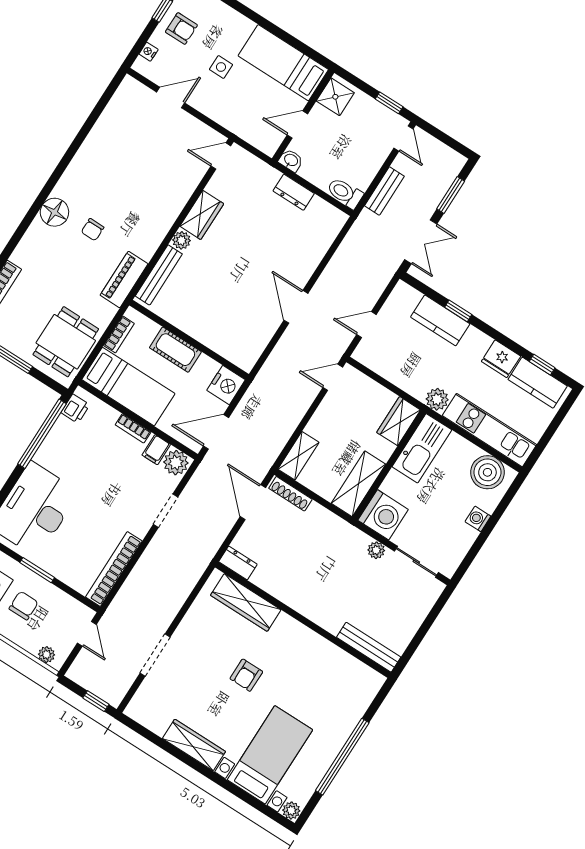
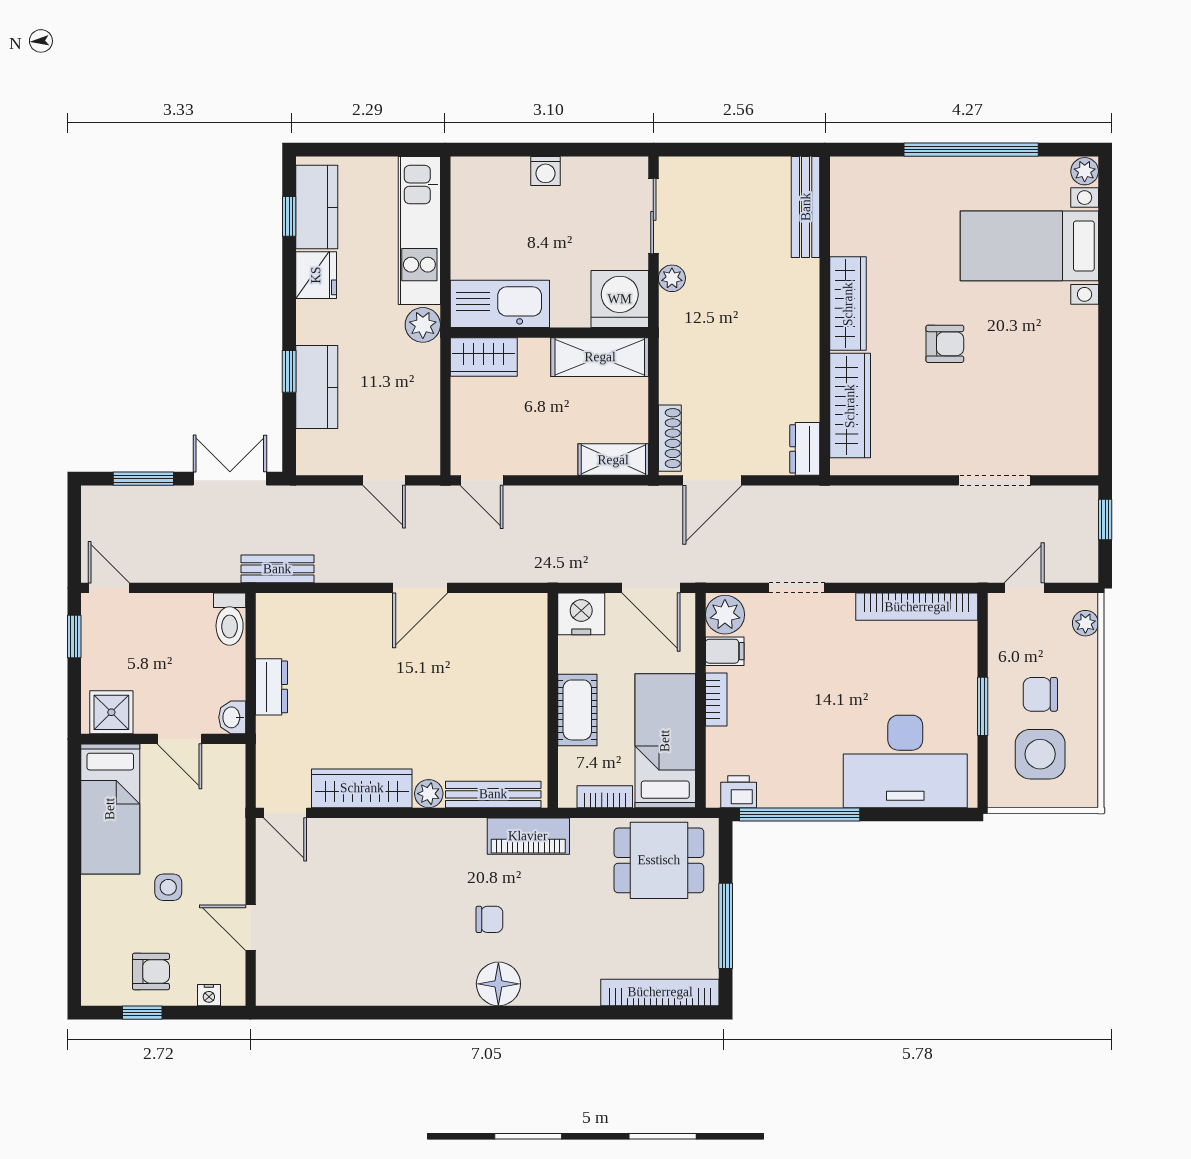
armchair: (181, 29) -> (151, 971), turned 90
door: (404, 138) -> (109, 588), hinge flipped
bench: (384, 191) -> (277, 569), moved
wardrobe: (202, 215) -> (362, 788), width x1.50
boiler: (487, 472) -> (476, 198), removed
wardrobe: (194, 745) -> (848, 304), moved, turned 180

